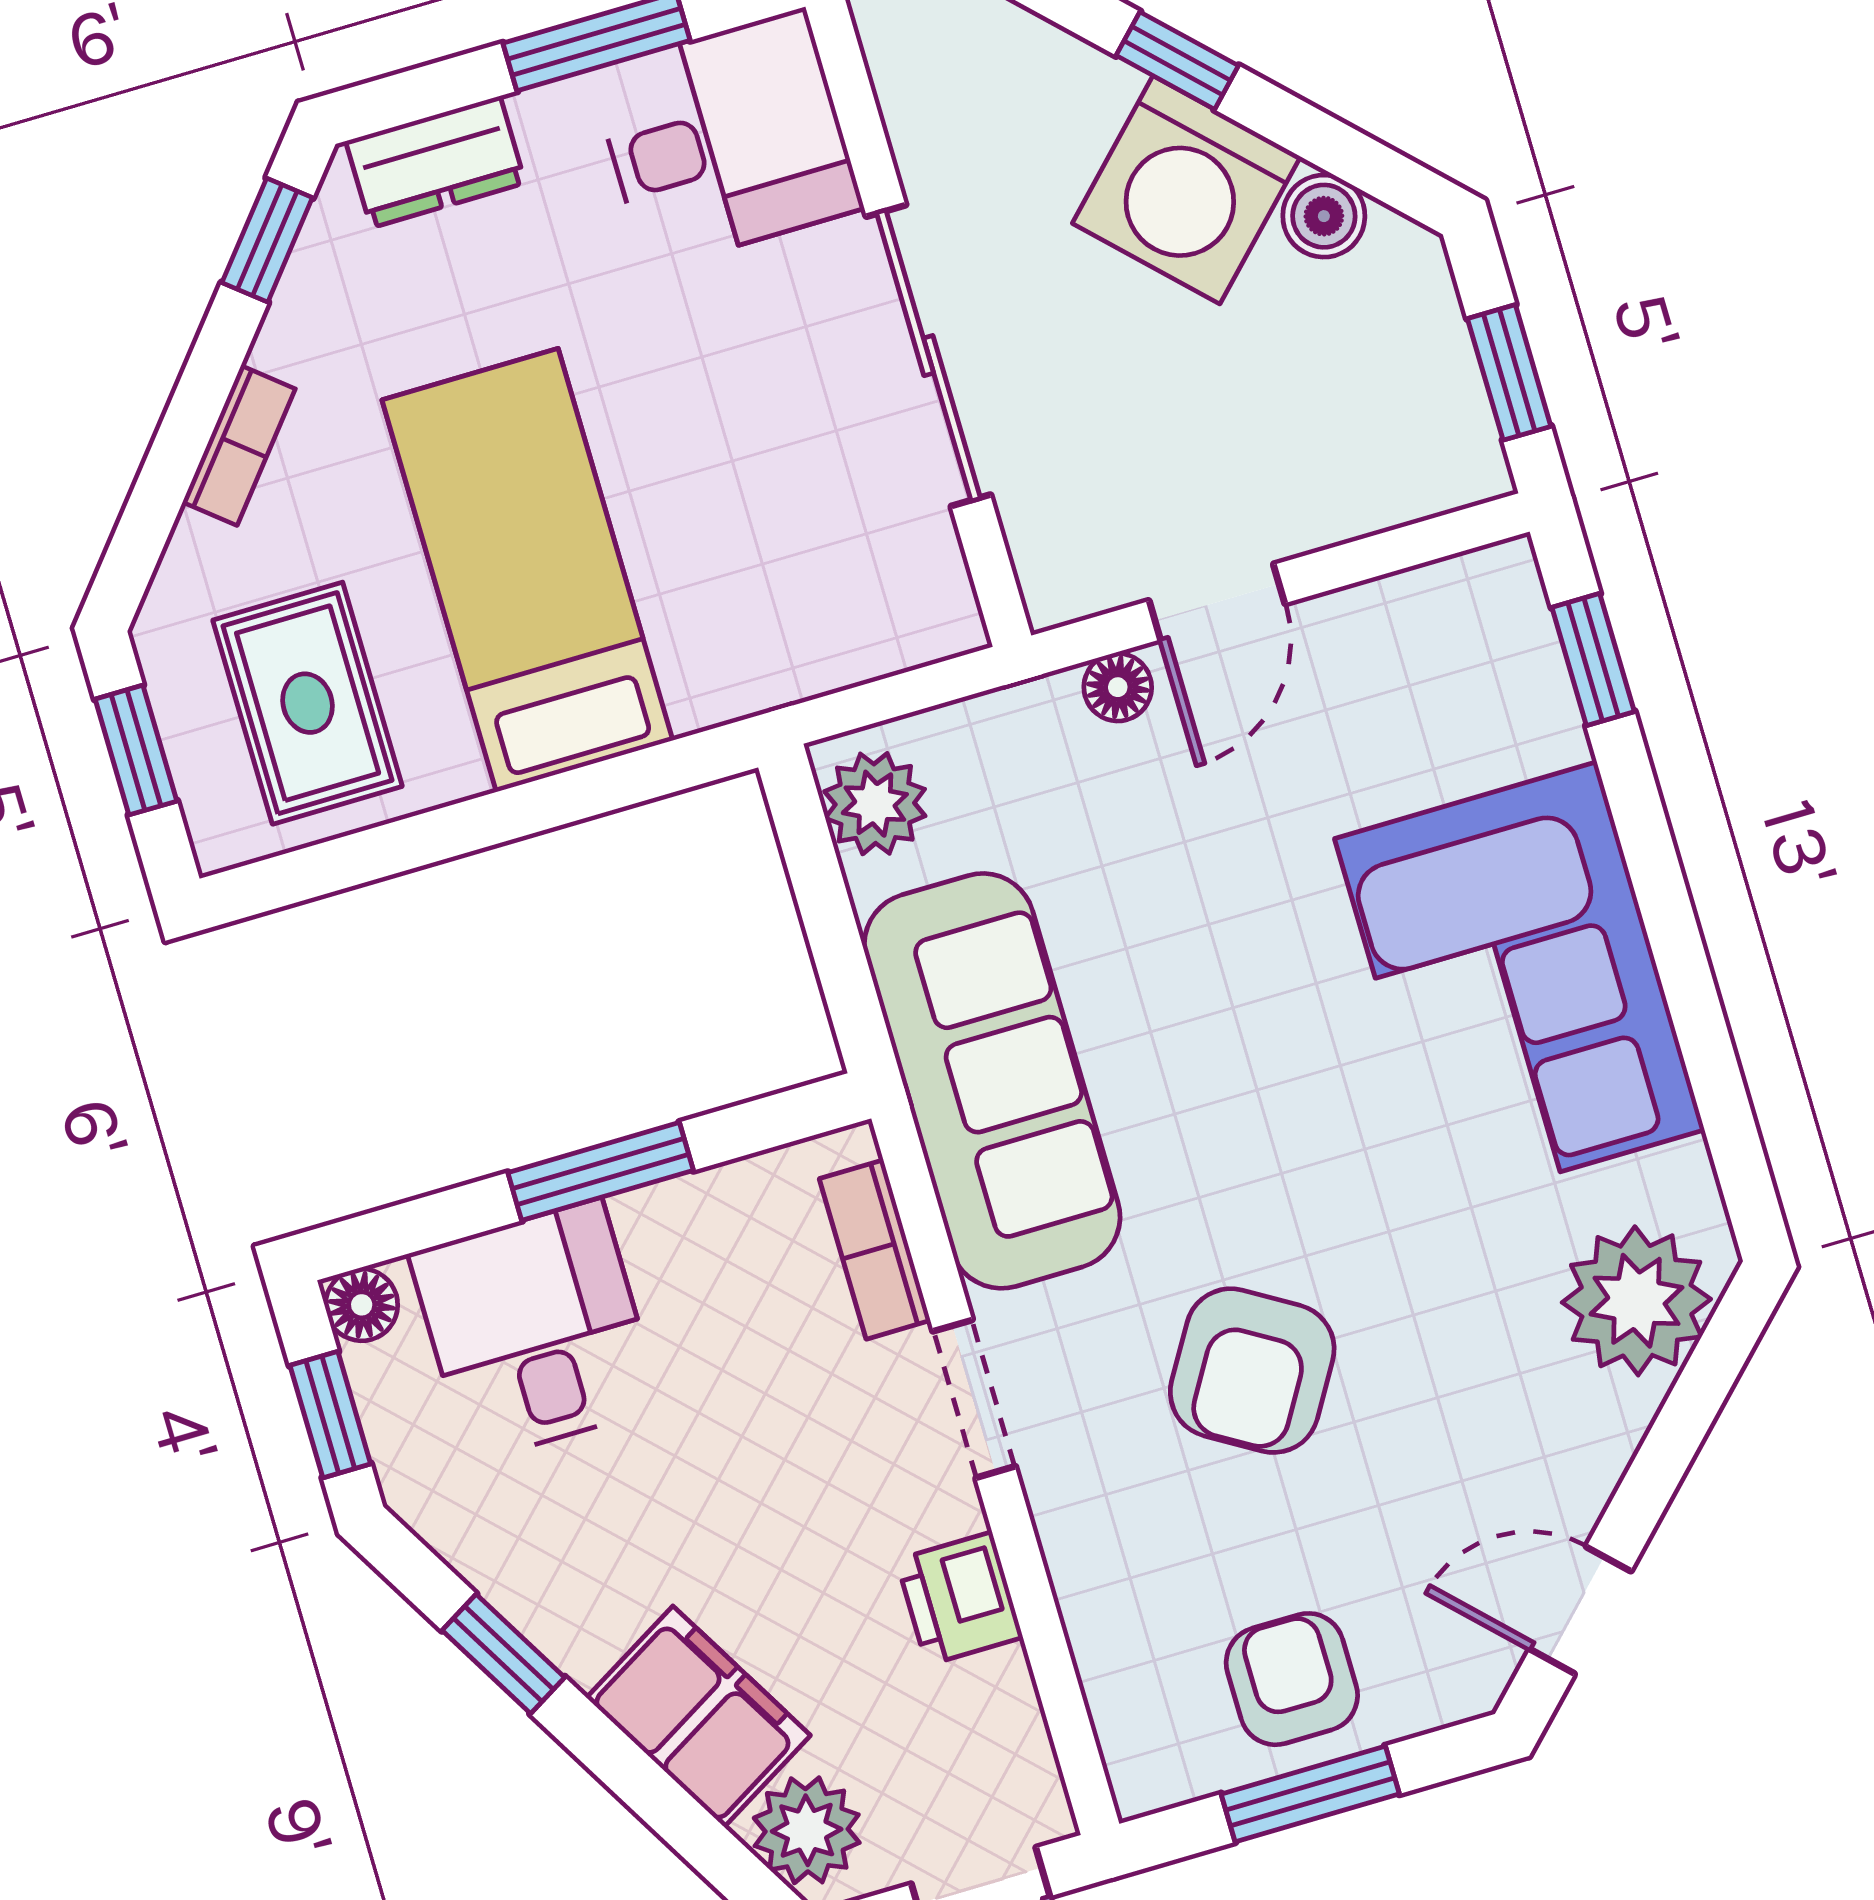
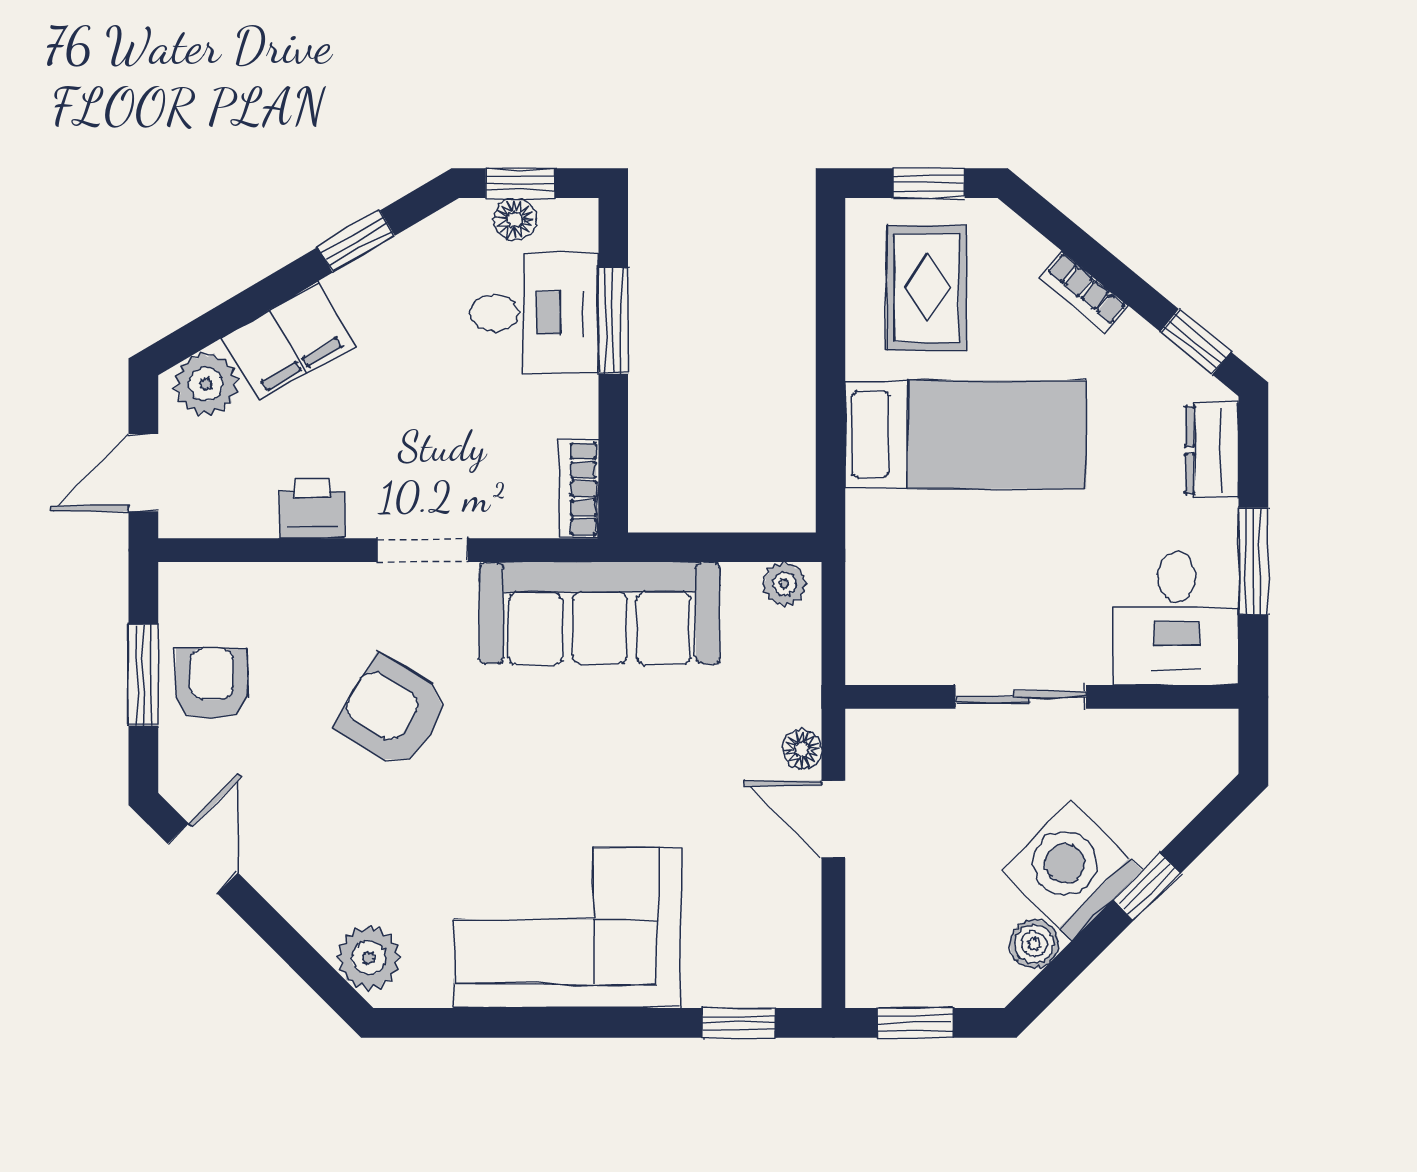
sliding door: (928, 356) -> (1021, 697), width x0.73
rug: (308, 703) -> (927, 288), turned 90
plant: (875, 804) -> (784, 584), width x0.73, depth x0.73
window: (601, 1171) -> (613, 321), moved
bookcase: (875, 1250) -> (579, 489), moved, turned -90
plant: (1636, 1301) -> (369, 958), width x0.73, depth x0.73
floor lamp: (362, 1305) -> (515, 219), moved
armchair: (1292, 1679) -> (211, 684), turned -90

